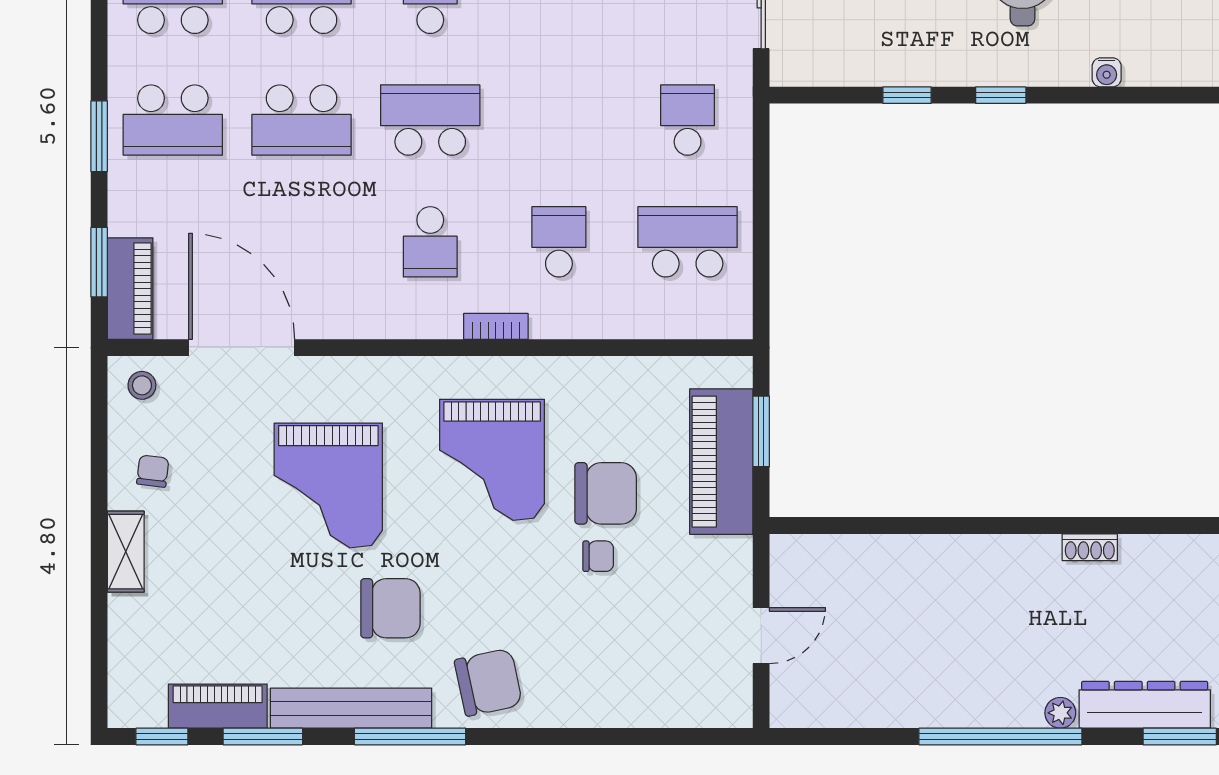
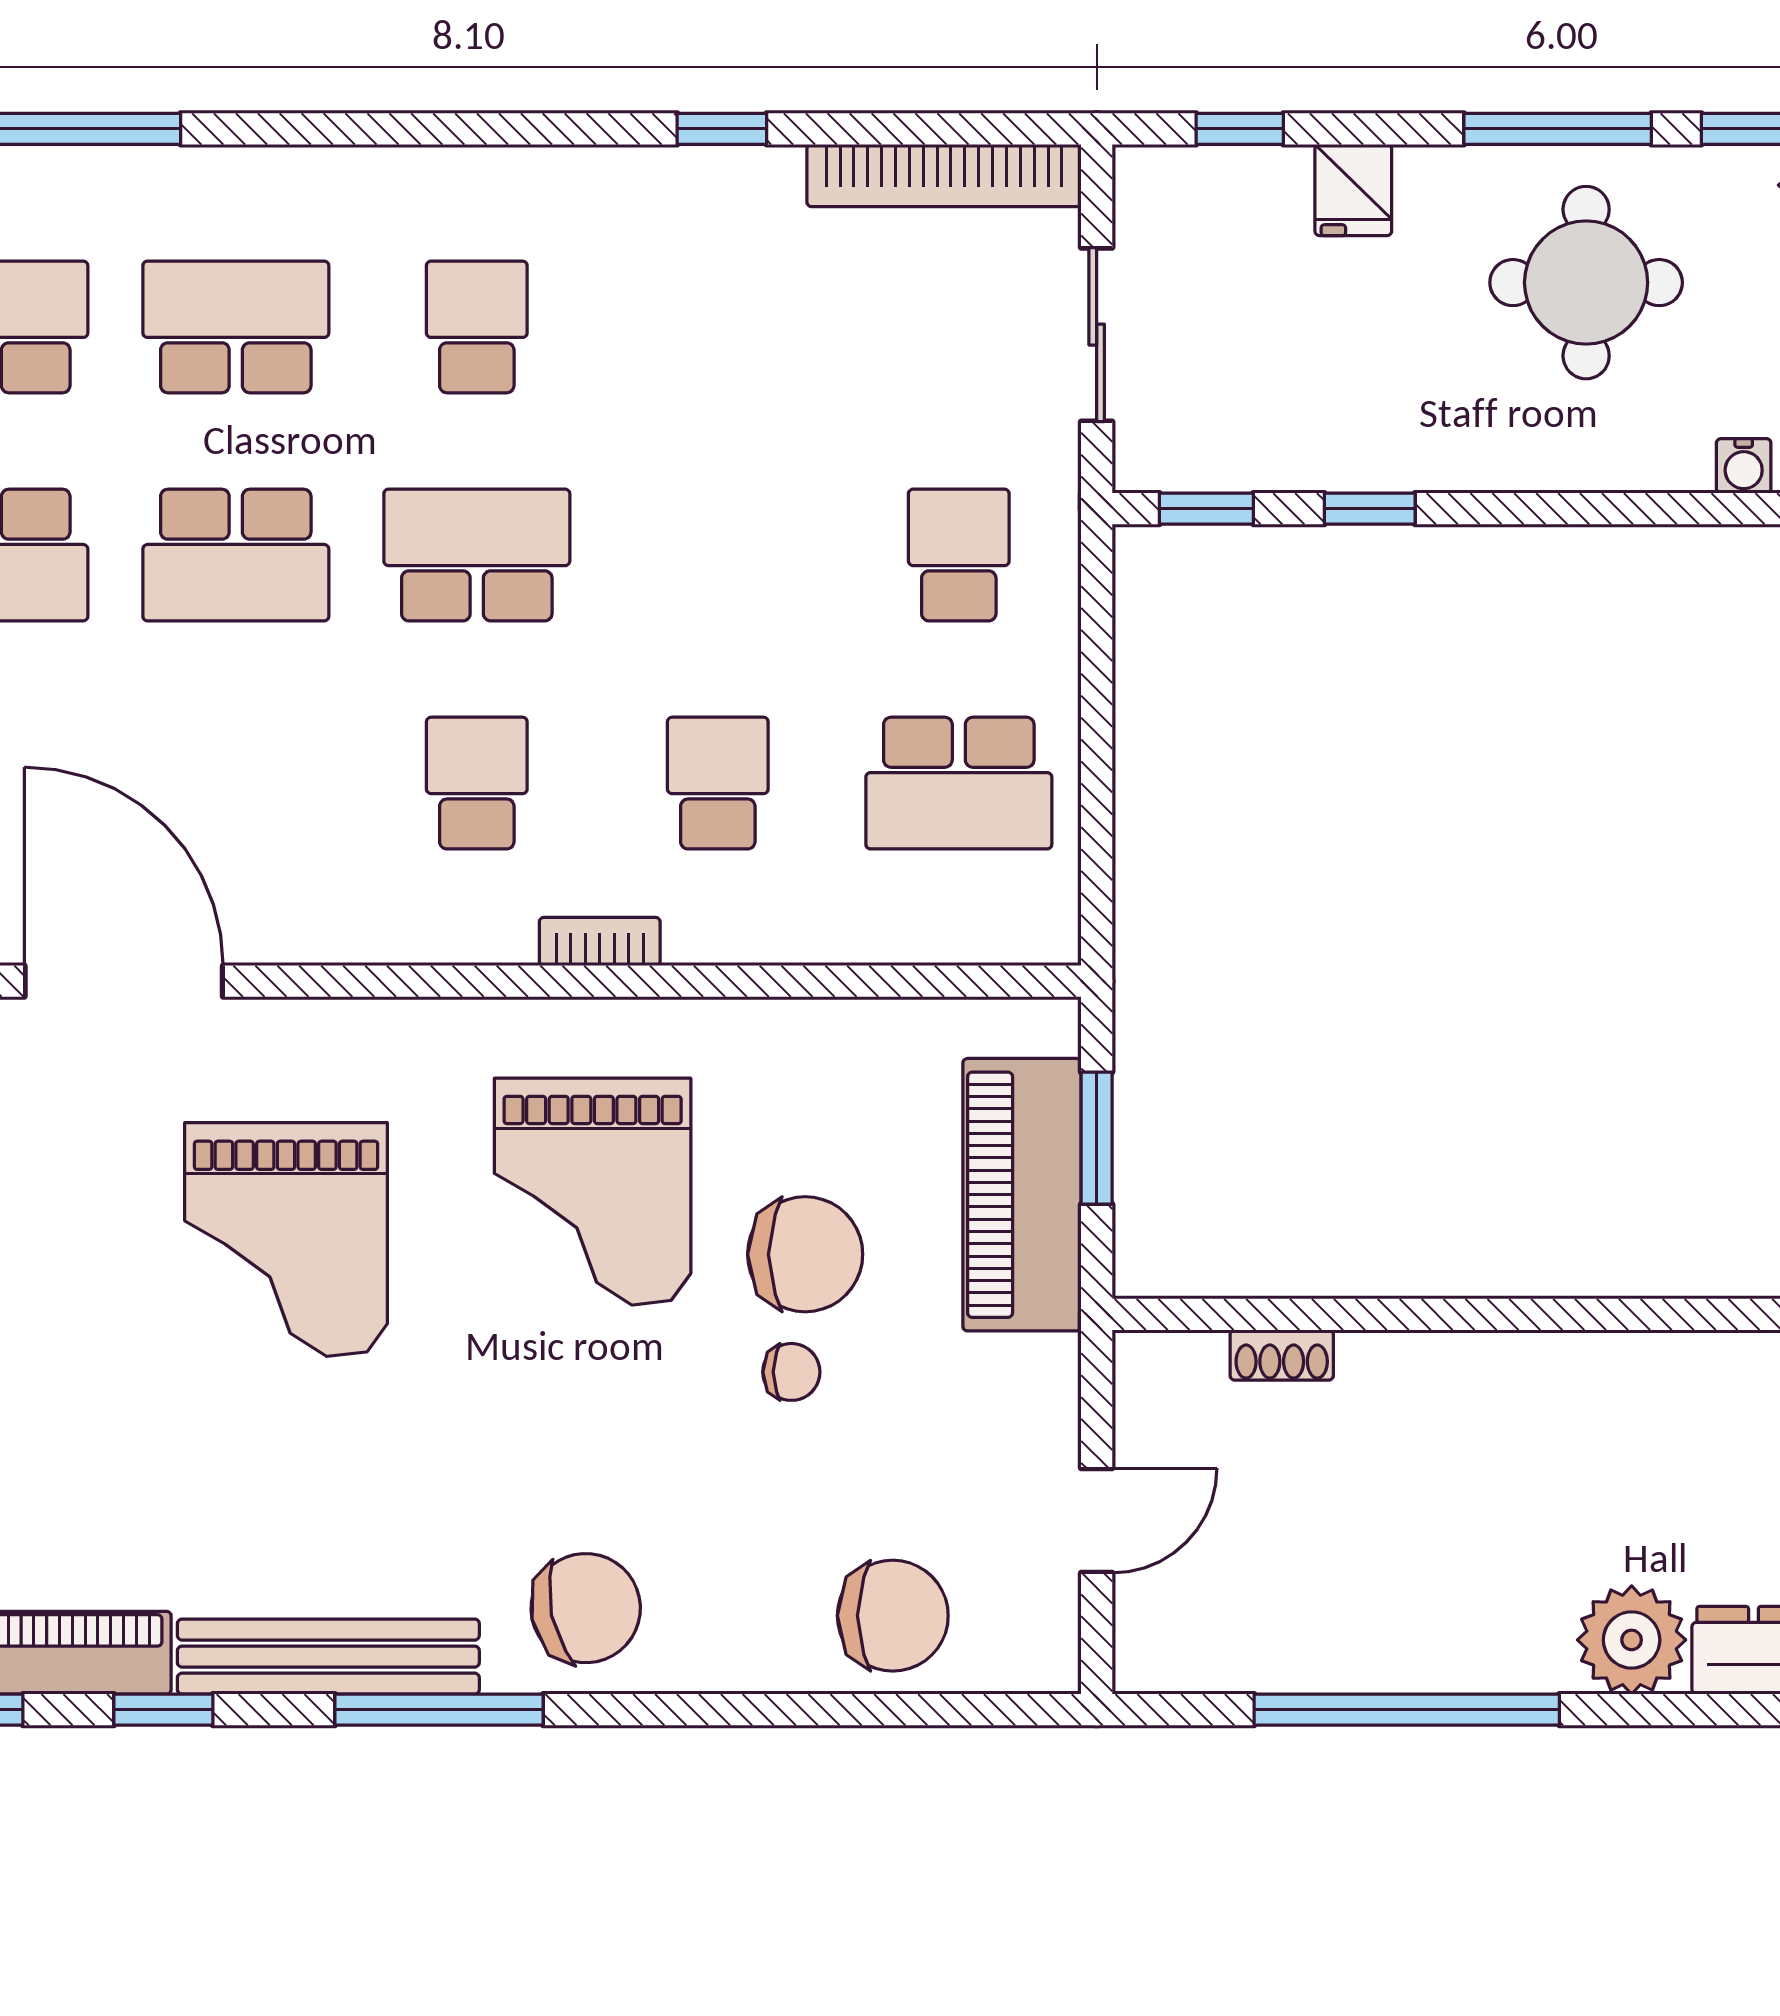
window: (1001, 95) -> (1206, 509), moved
school desk: (430, 242) -> (477, 783), turned 180
school desk: (688, 242) -> (959, 783), turned 180
shoe rack: (1090, 547) -> (1282, 1355), moved
chair: (390, 608) -> (893, 1616), moved
plant: (1060, 713) -> (1632, 1640), width x1.87, depth x1.87
window: (263, 737) -> (163, 1710), width x0.67
window: (1000, 737) -> (1407, 1710), moved

